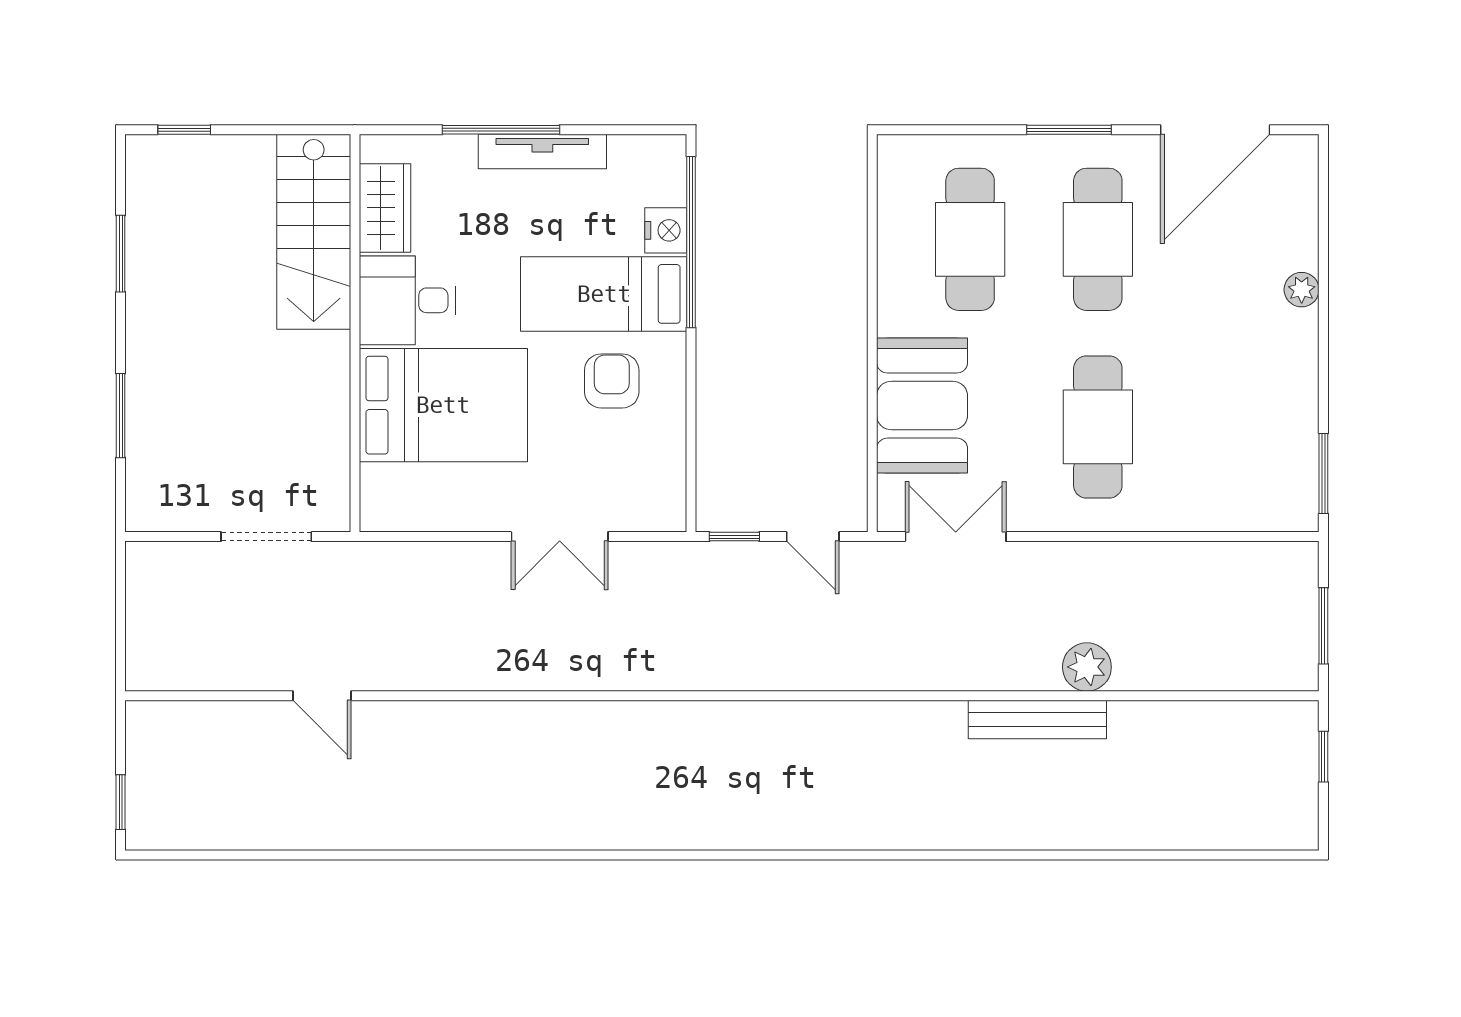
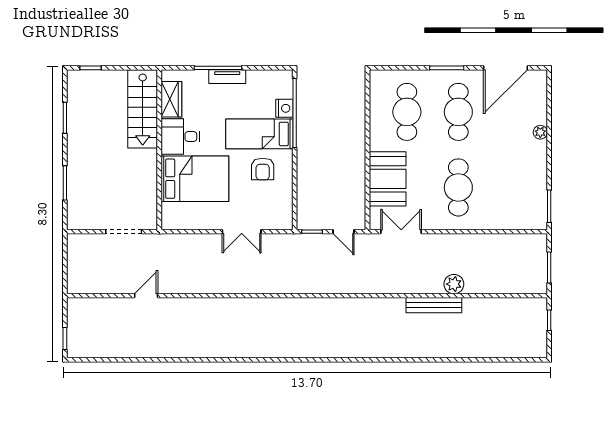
tv unit: (542, 152) -> (227, 77), width x0.71
armchair: (612, 381) -> (263, 169), turned 180
door: (322, 696) -> (146, 296), swing flipped

